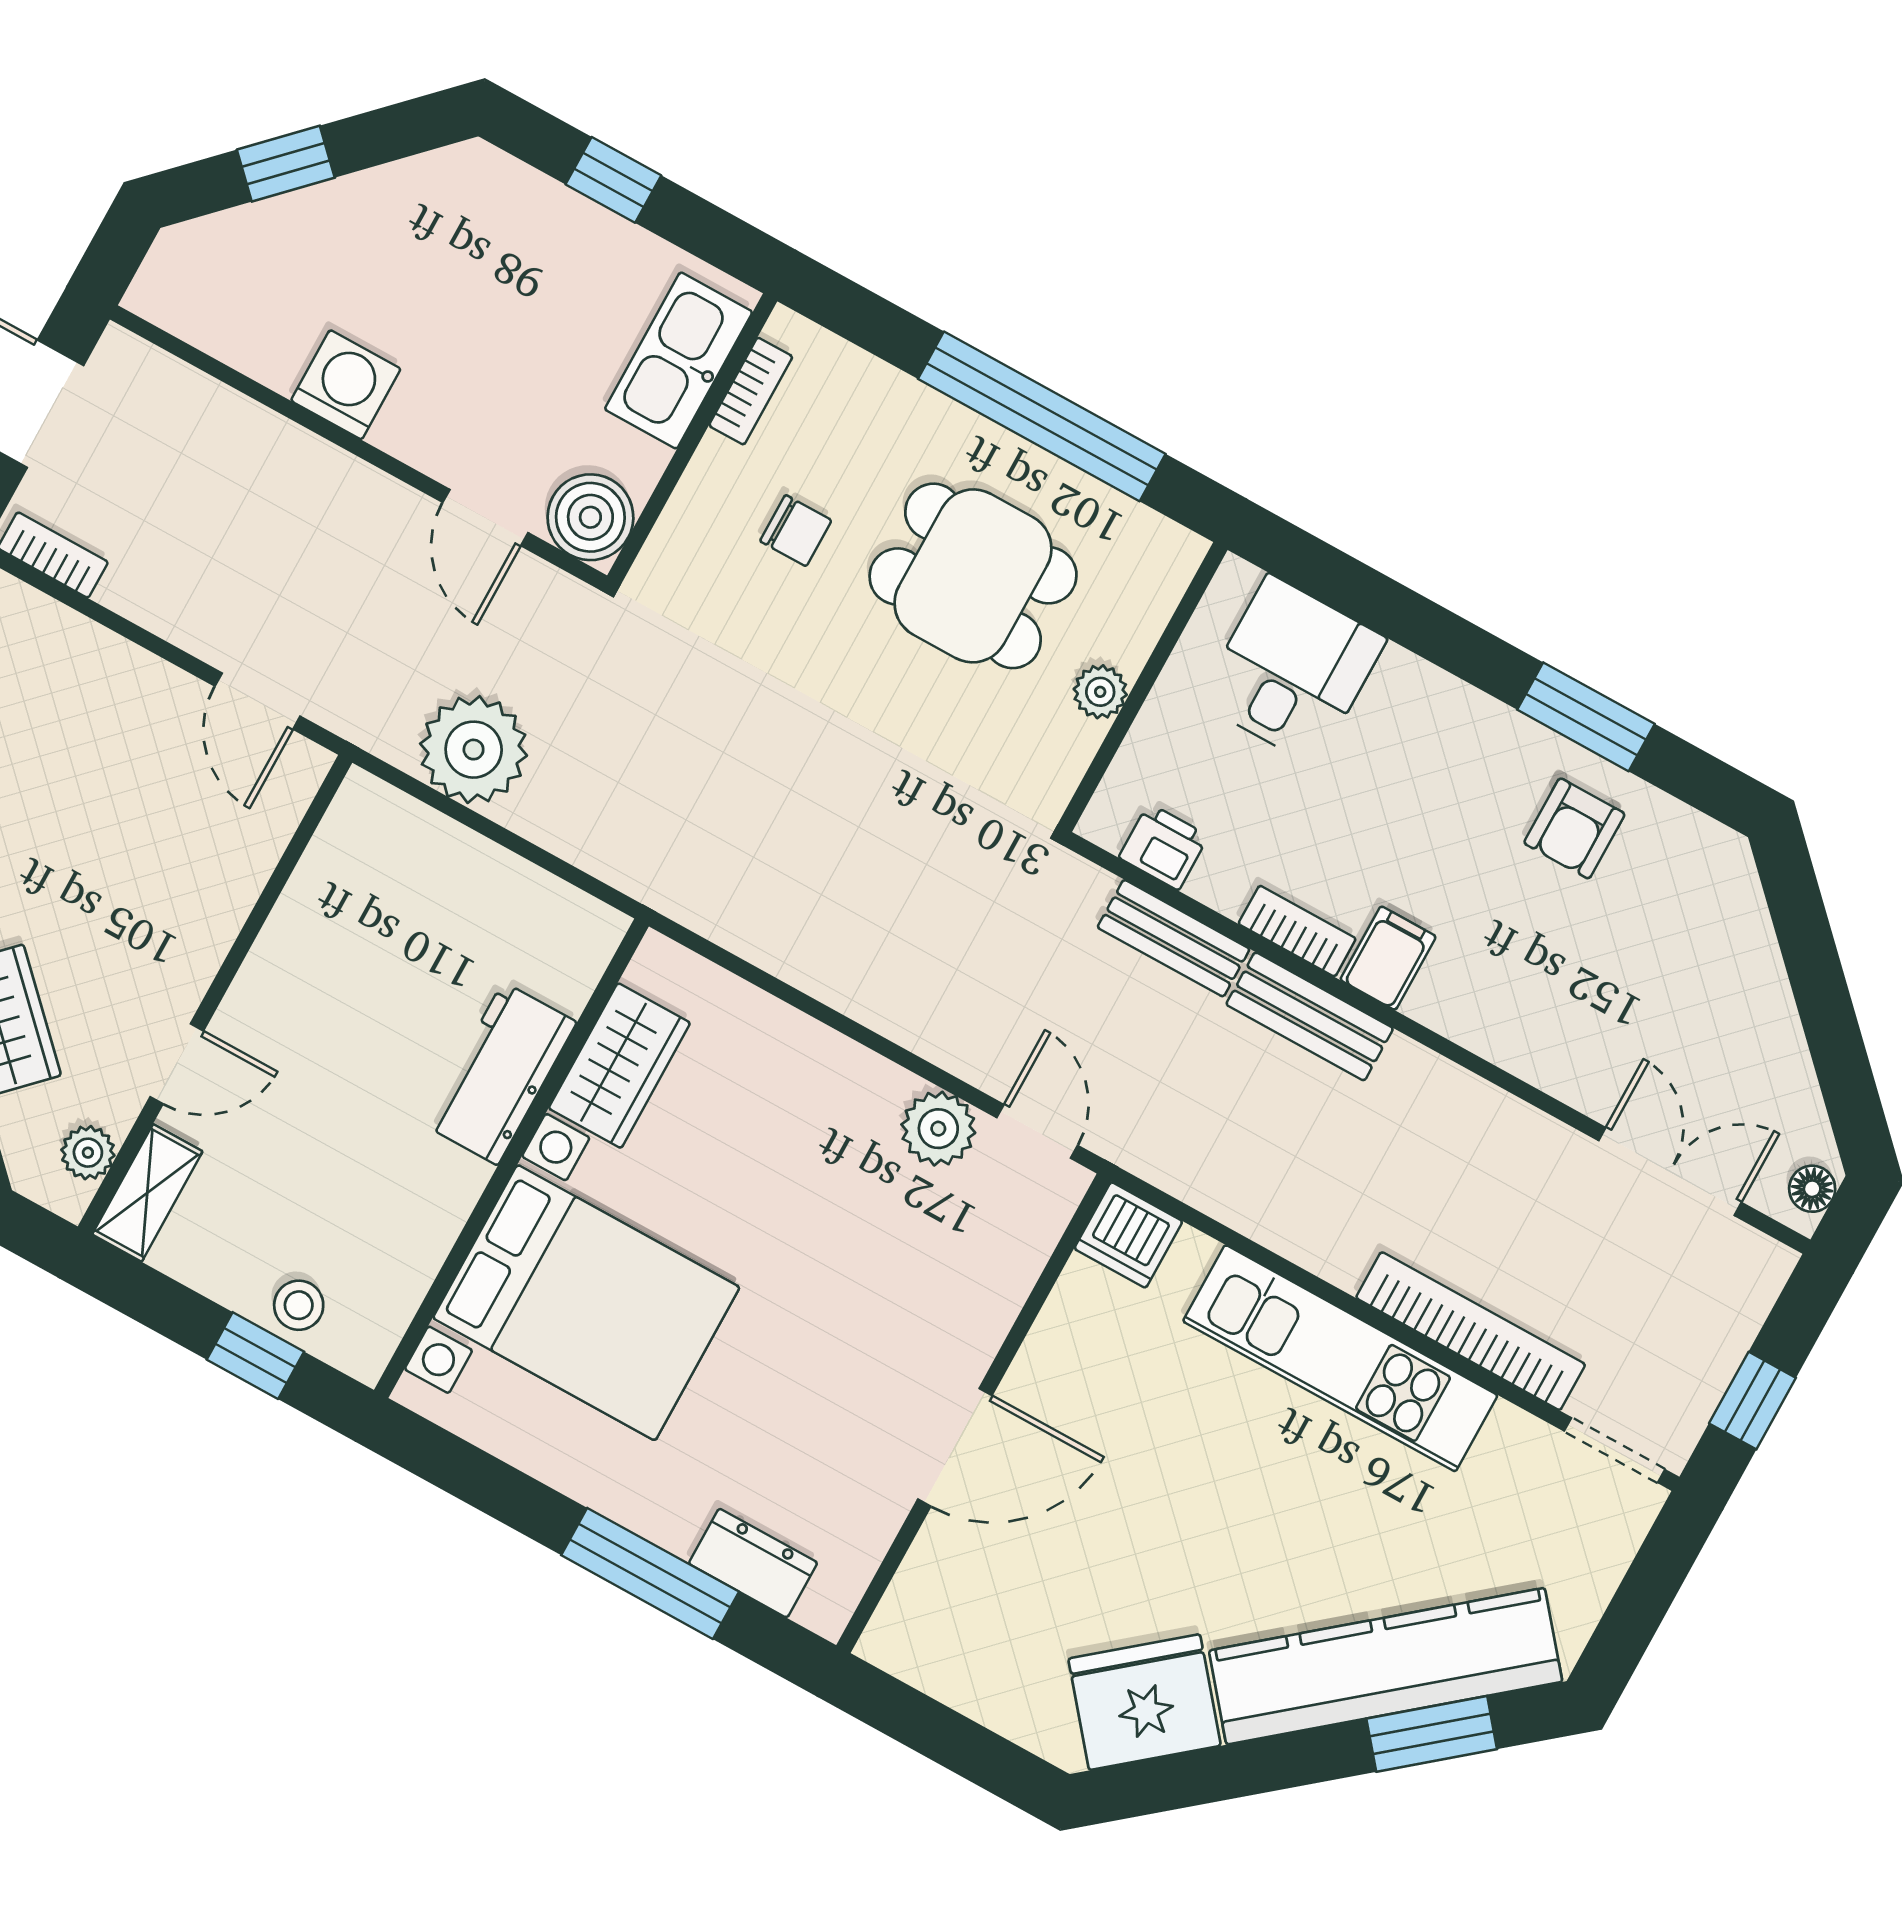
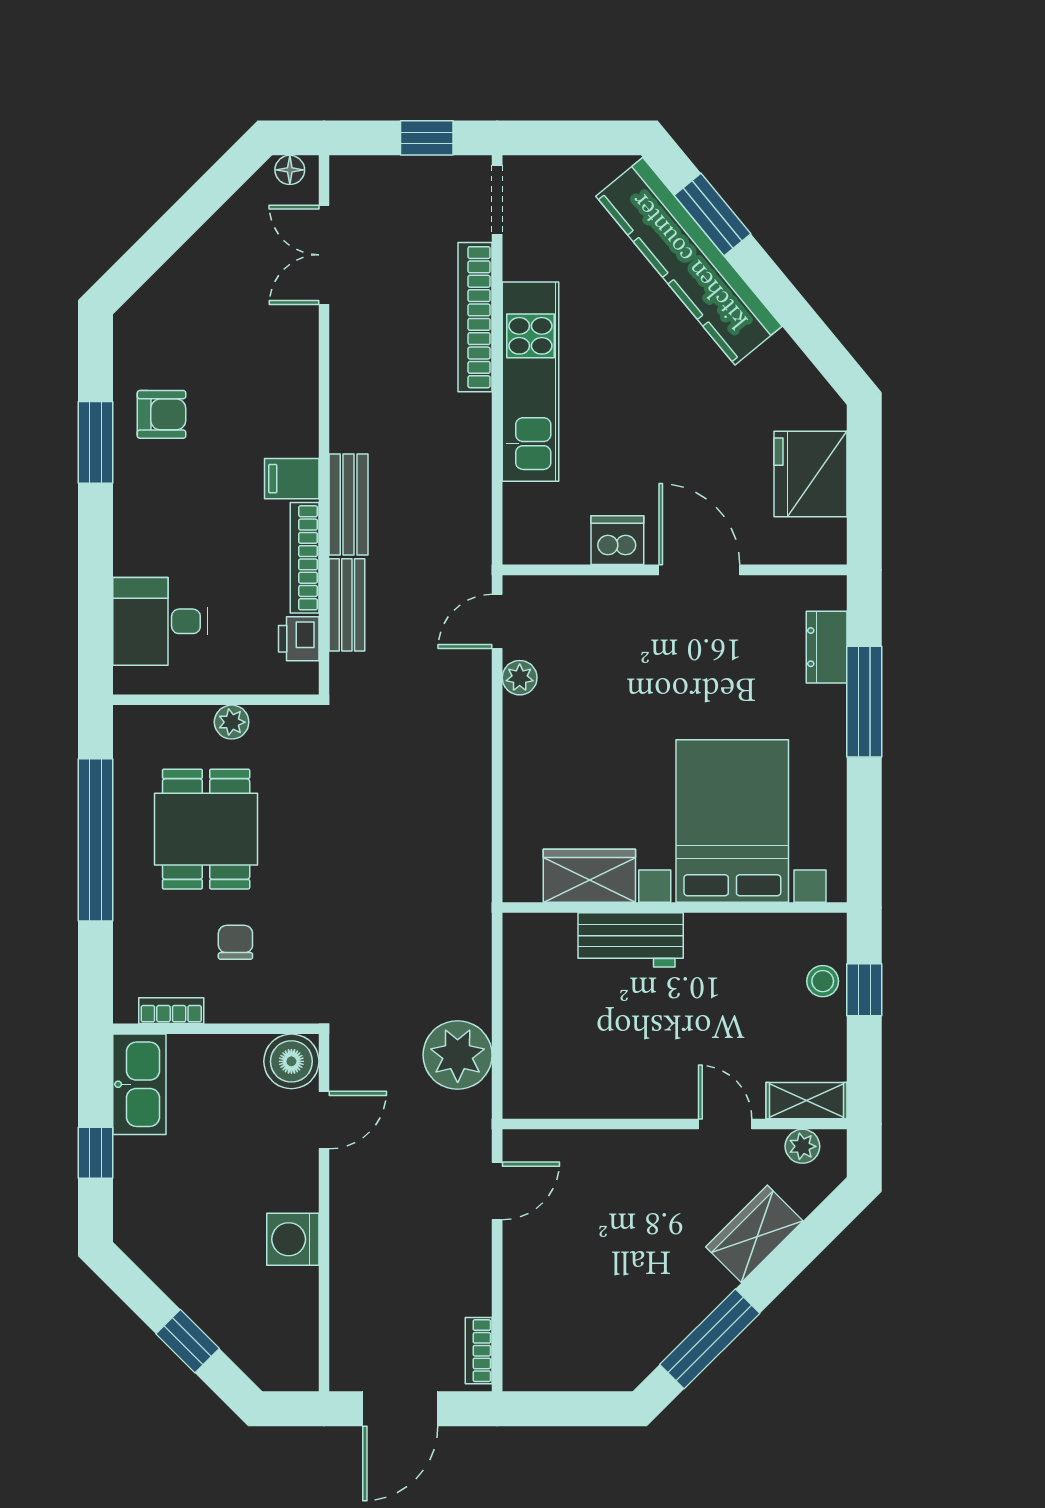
kitchen sink: (679, 360) -> (139, 1084), moved, turned -90
bookcase: (1297, 931) -> (305, 558), width x1.56
plant: (938, 1129) -> (520, 678), width x0.73, depth x0.73
dishwasher: (1128, 1235) -> (617, 540), moved, turned -90
fridge: (1145, 1702) -> (811, 474), moved, turned 39

